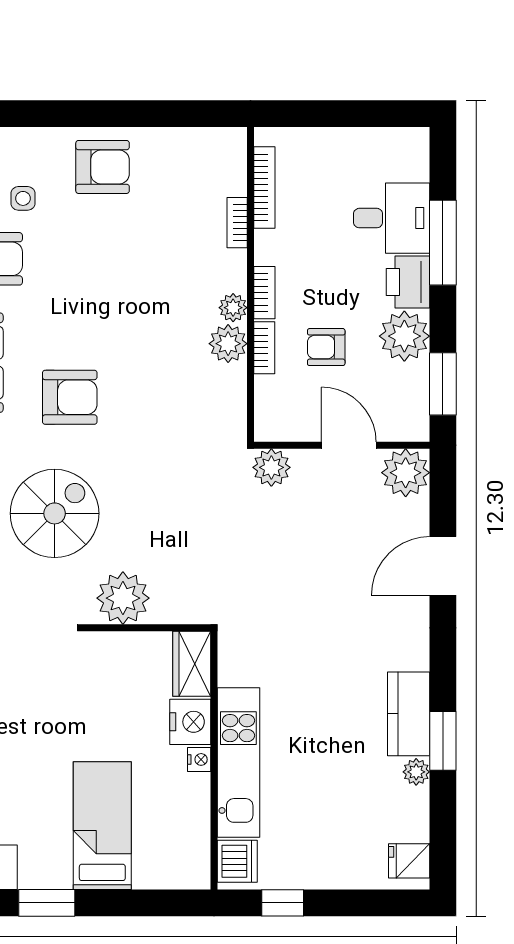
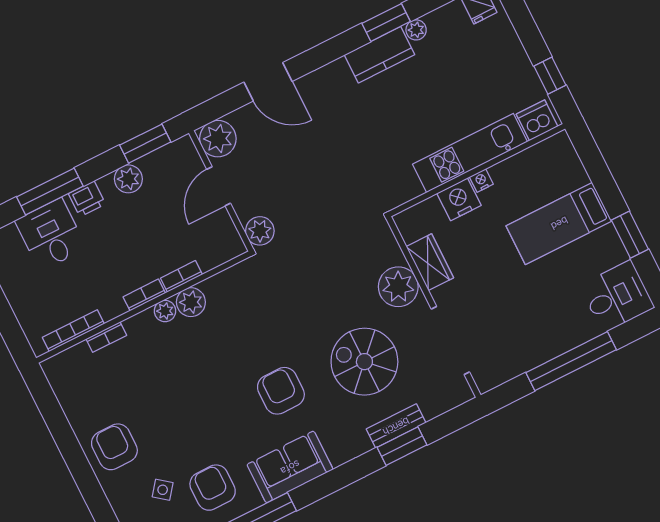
side table: (23, 198) -> (163, 490), turned 38
printer: (408, 282) -> (87, 199), width x0.73, depth x0.81
plant: (404, 336) -> (128, 179), width x0.73, depth x0.73
armchair: (326, 347) -> (160, 235), removed
wardrobe: (192, 664) -> (430, 262), moved, turned -90

